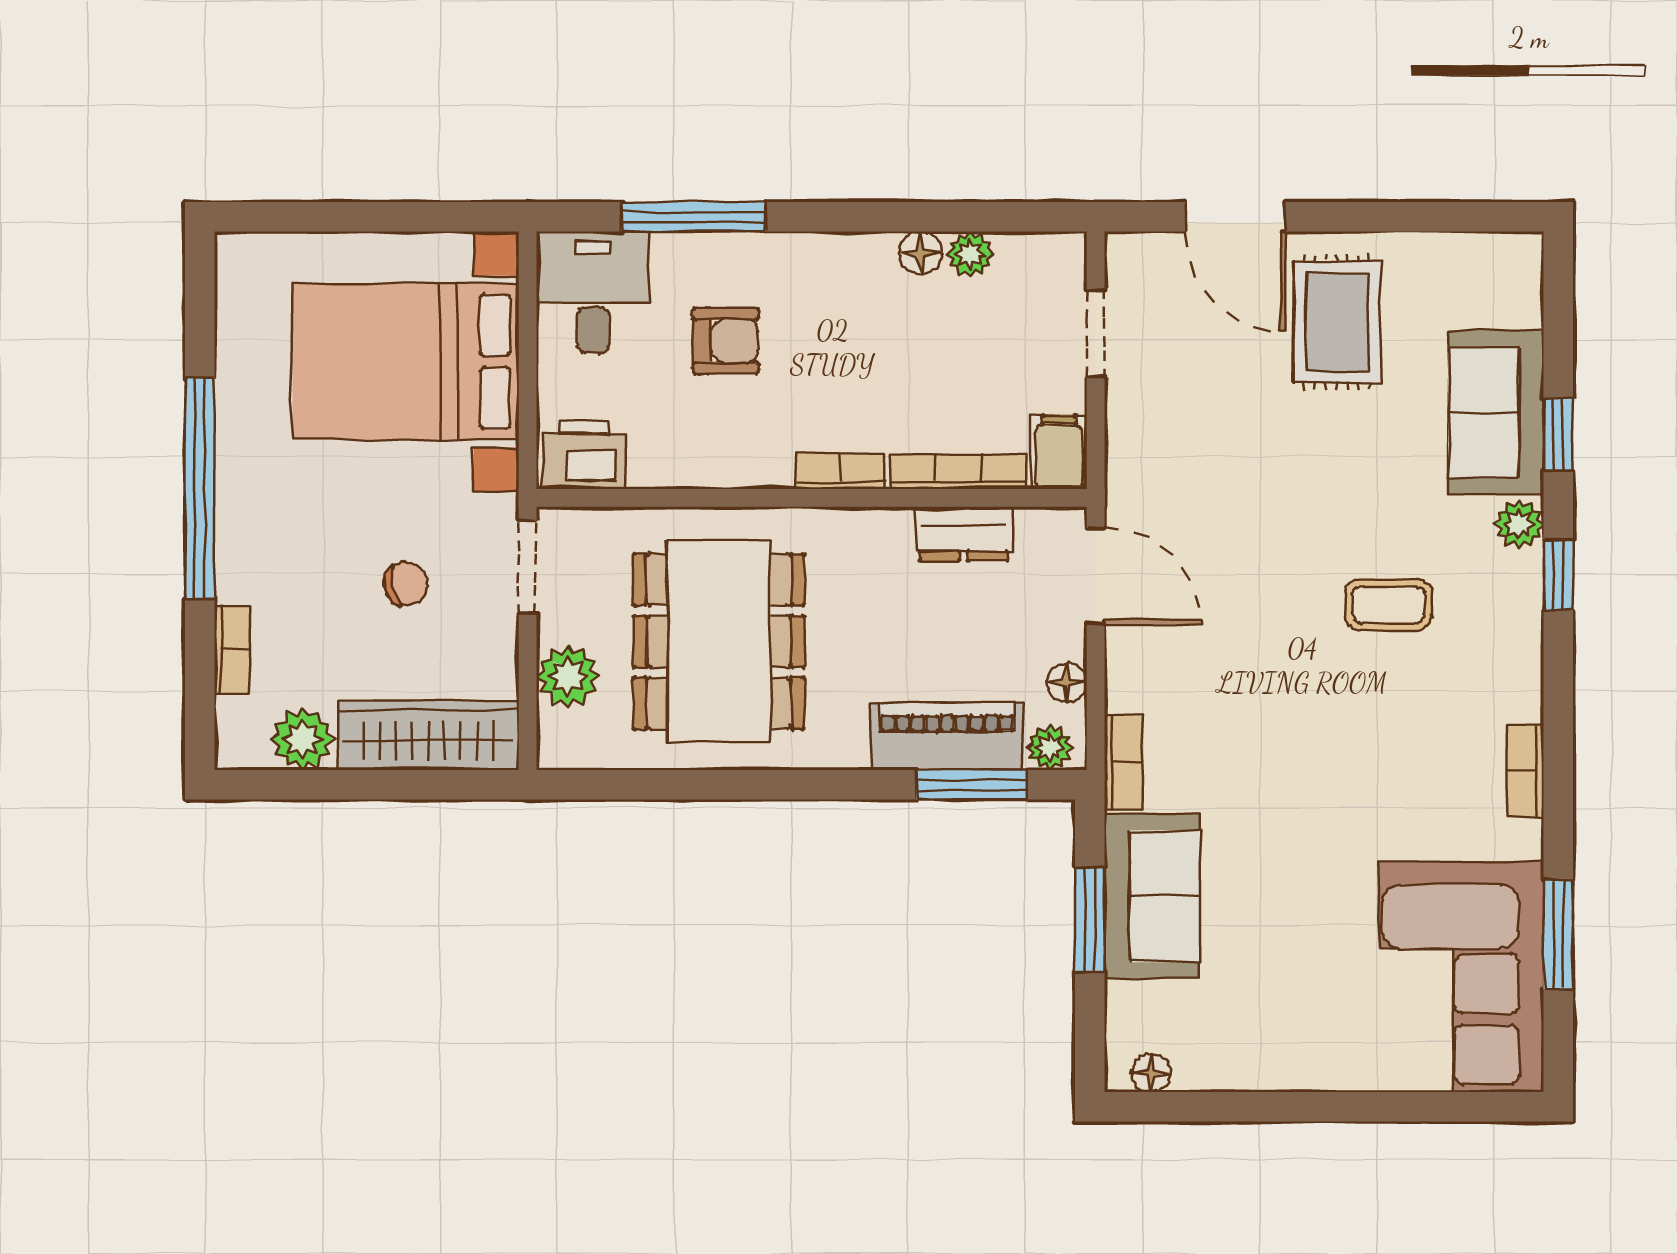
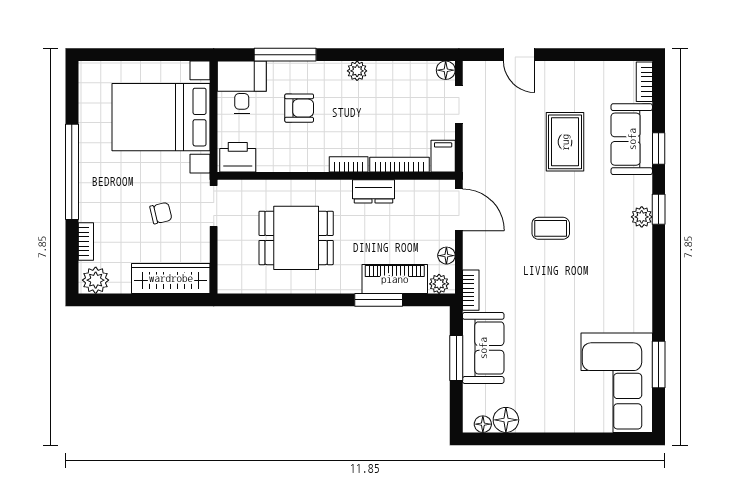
door: (1235, 217) -> (519, 55), width x0.73
floor lamp: (921, 253) -> (446, 70), moved
plant: (970, 254) -> (357, 71), moved
rug: (1337, 322) -> (565, 142), moved
plant: (1519, 524) -> (642, 217), moved
dresser: (964, 534) -> (373, 191), moved
coffee table: (1389, 605) -> (551, 228), moved
dining table: (719, 641) -> (296, 238), width x0.73
plant: (568, 676) -> (231, 253), removed
plant: (302, 739) -> (96, 280), moved
bookcase: (1525, 771) -> (644, 82), moved
window: (972, 785) -> (379, 300), moved
floor lamp: (1205, 1063) -> (506, 420), added

